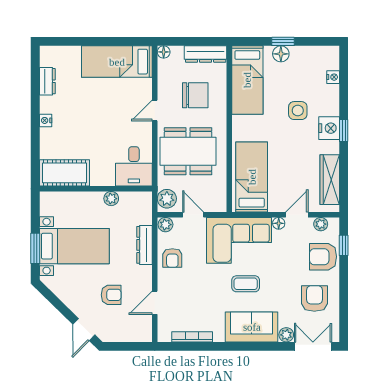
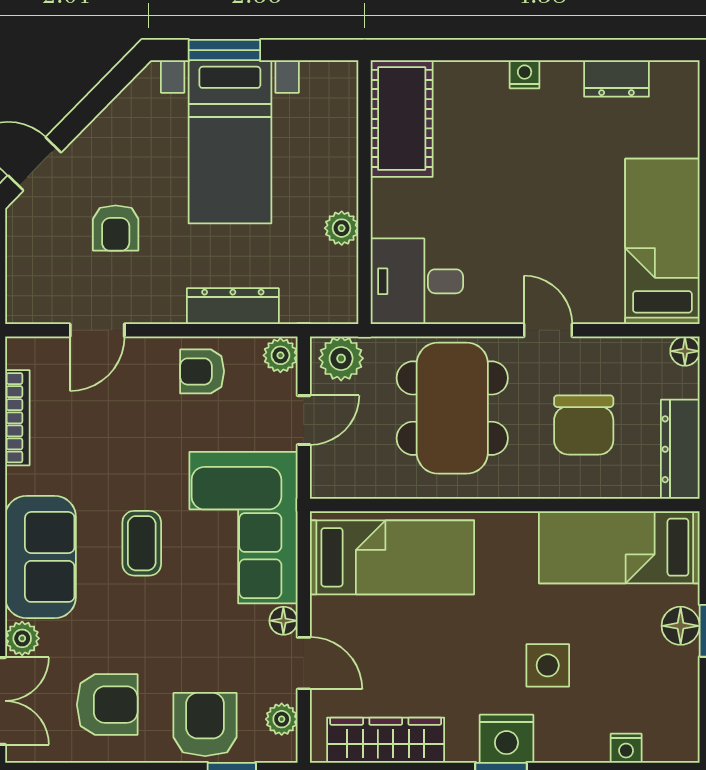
door: (155, 303) -> (97, 330), swing flipped

